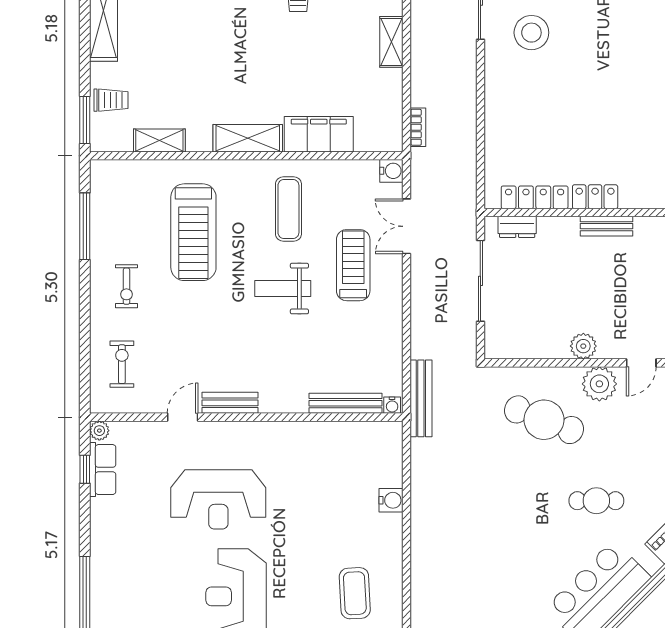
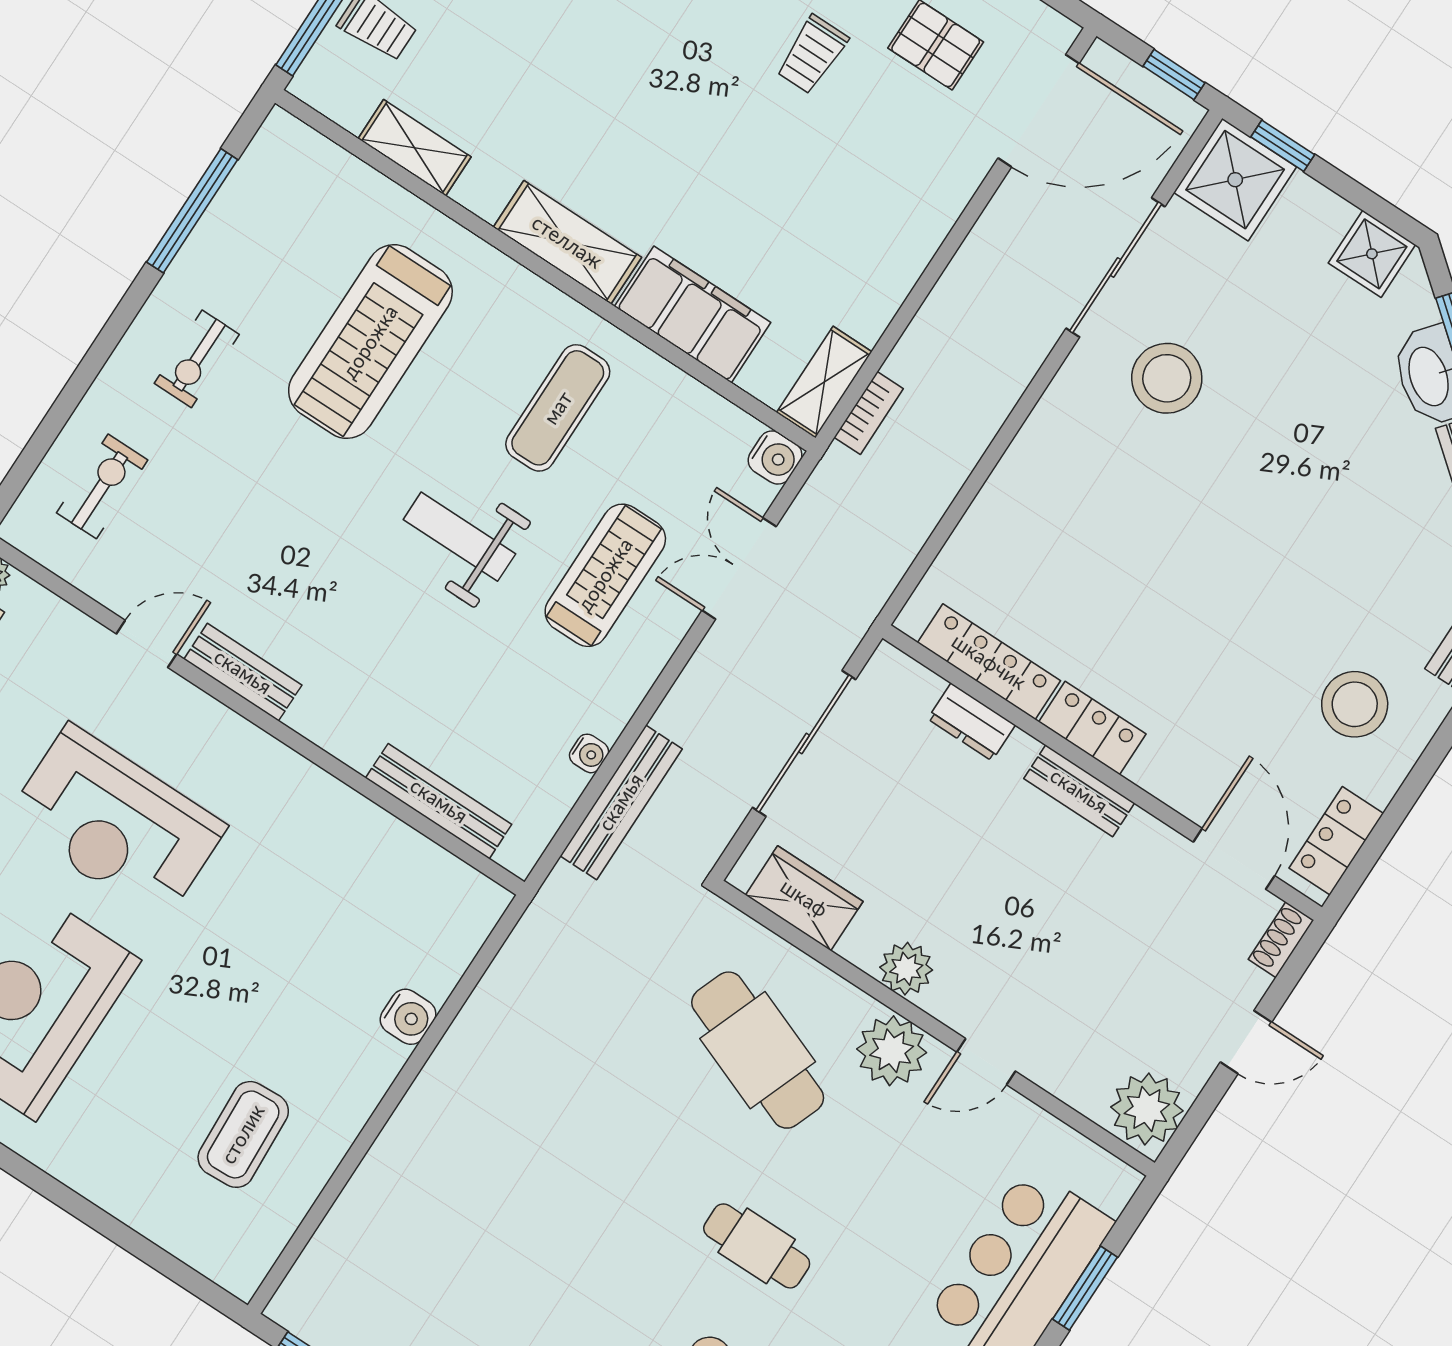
shelving: (391, 42) -> (824, 382), moved
dresser: (517, 227) -> (972, 722), moved
wardrobe: (522, 345) -> (804, 898), added
bench: (421, 398) -> (621, 802), moved
water cooler: (392, 405) -> (589, 753), moved, turned -90

